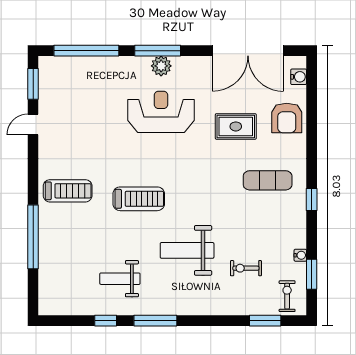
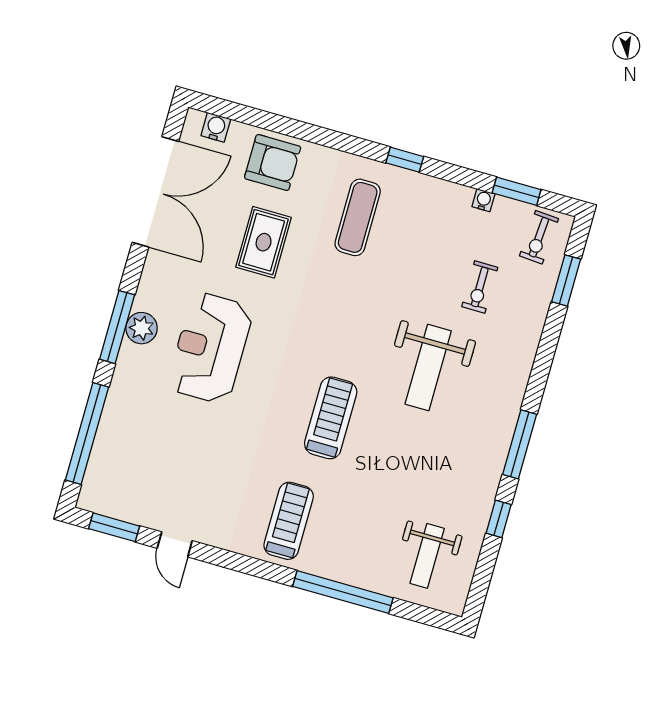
weight bench: (120, 279) -> (427, 556), moved
exercise bike: (287, 296) -> (539, 237), turned -86

